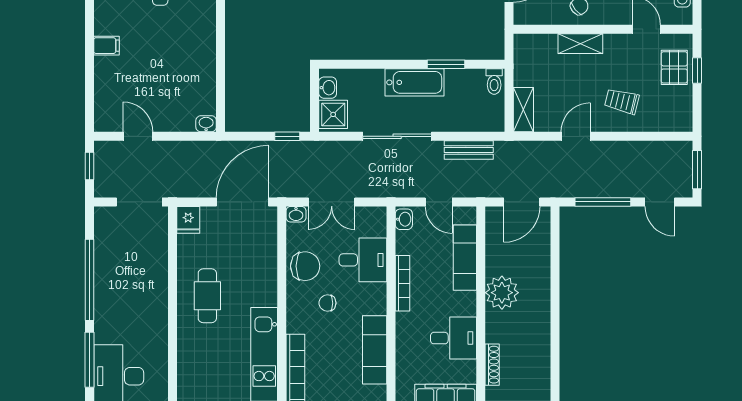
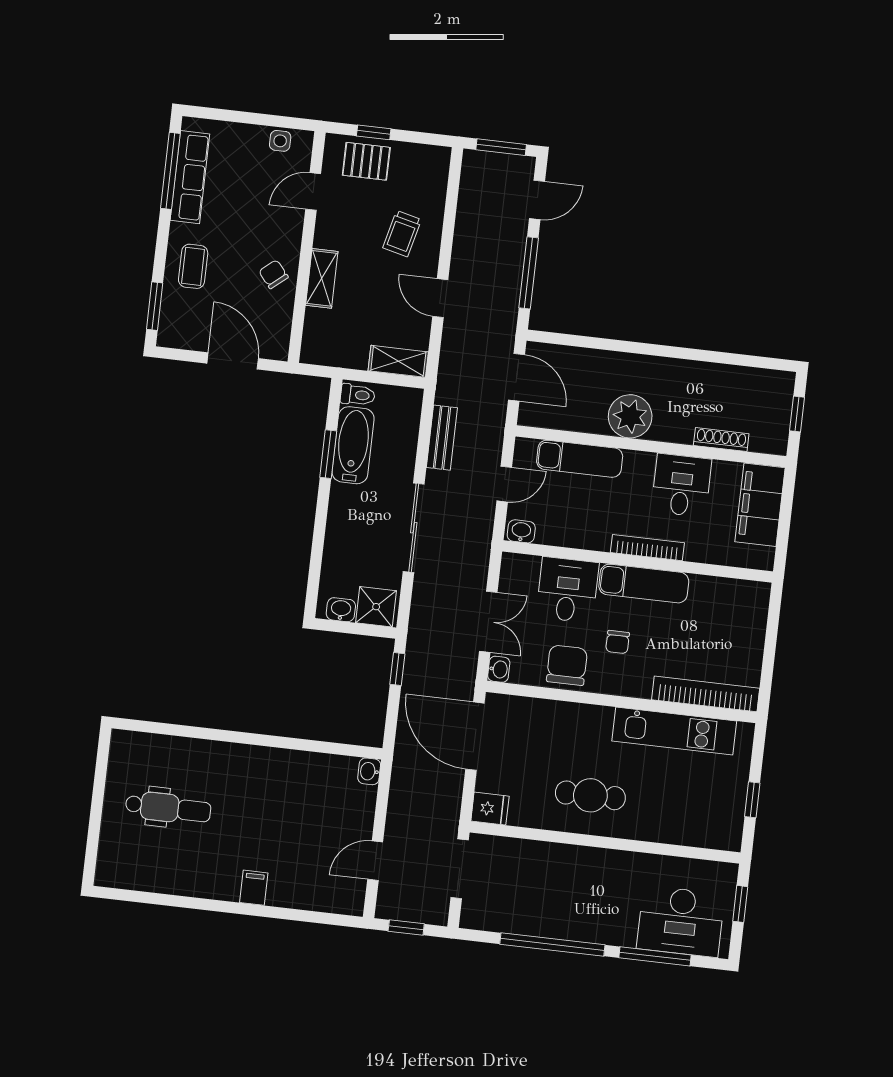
bathtub: (415, 82) -> (353, 445), moved
bookcase: (403, 283) -> (647, 548), moved
exam couch: (375, 350) -> (644, 584), moved

